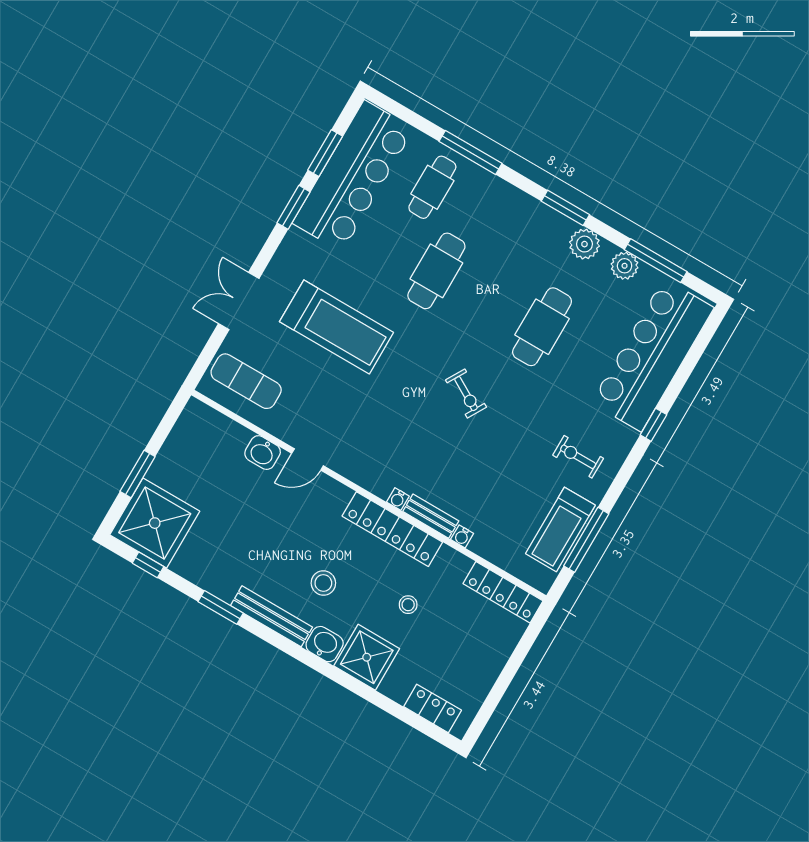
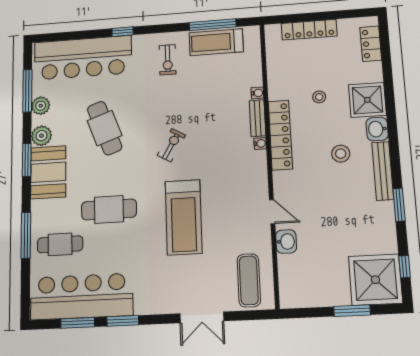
booth: (532, 225) -> (48, 172), added
treadmill: (337, 327) -> (184, 217), moved, turned 180
cafe table: (542, 327) -> (105, 128), turned 70
treadmill: (560, 529) -> (216, 42), turned 180
locker: (503, 592) -> (309, 30), moved, turned 90

